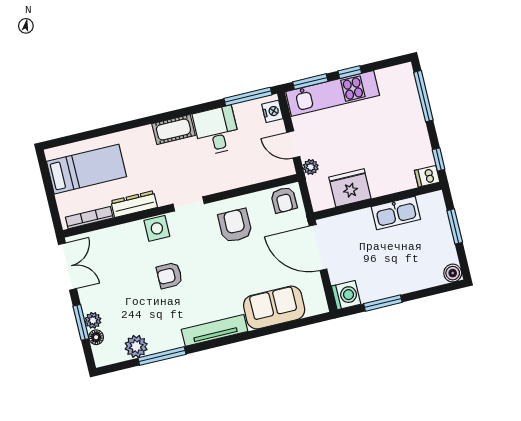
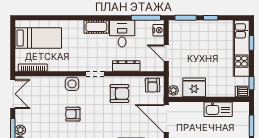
kitchen unit: (333, 93) -> (241, 48), moved, turned 90
window: (423, 96) -> (252, 43), width x0.46
plant: (311, 167) -> (173, 90), moved
dresser: (134, 204) -> (126, 66), moved
armchair: (235, 226) -> (120, 94), turned 90

